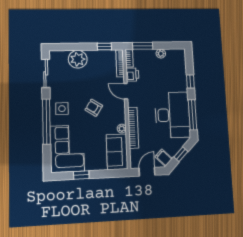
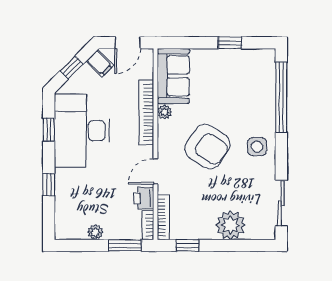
door: (126, 91) -> (156, 171), swing flipped
armchair: (94, 108) -> (207, 146), width x1.88, depth x1.88
window: (193, 115) -> (49, 130), width x0.46
window: (46, 121) -> (281, 97), moved
corner sofa: (67, 149) -> (250, 84), removed

